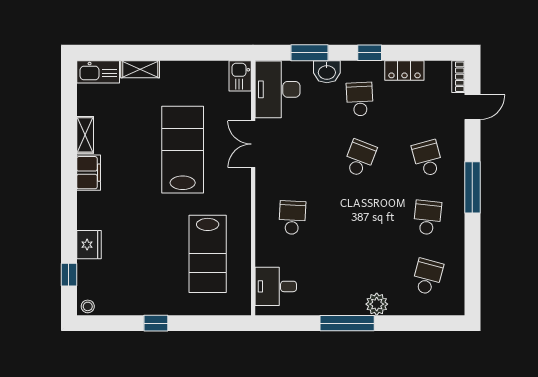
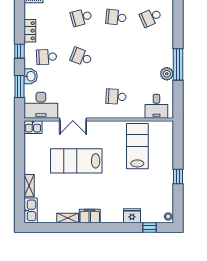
lab bench: (208, 254) -> (137, 146), turned -90
school desk: (427, 277) -> (151, 17), turned -39
plant: (377, 304) -> (167, 74), moved

